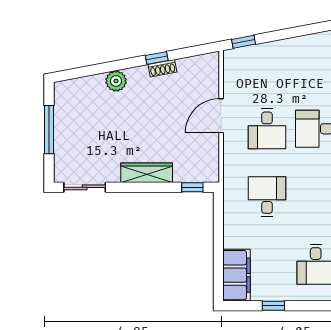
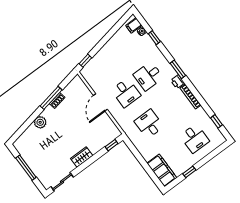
window: (157, 58) -> (51, 98), width x2.17
wardrobe: (147, 173) -> (82, 157), width x0.67

